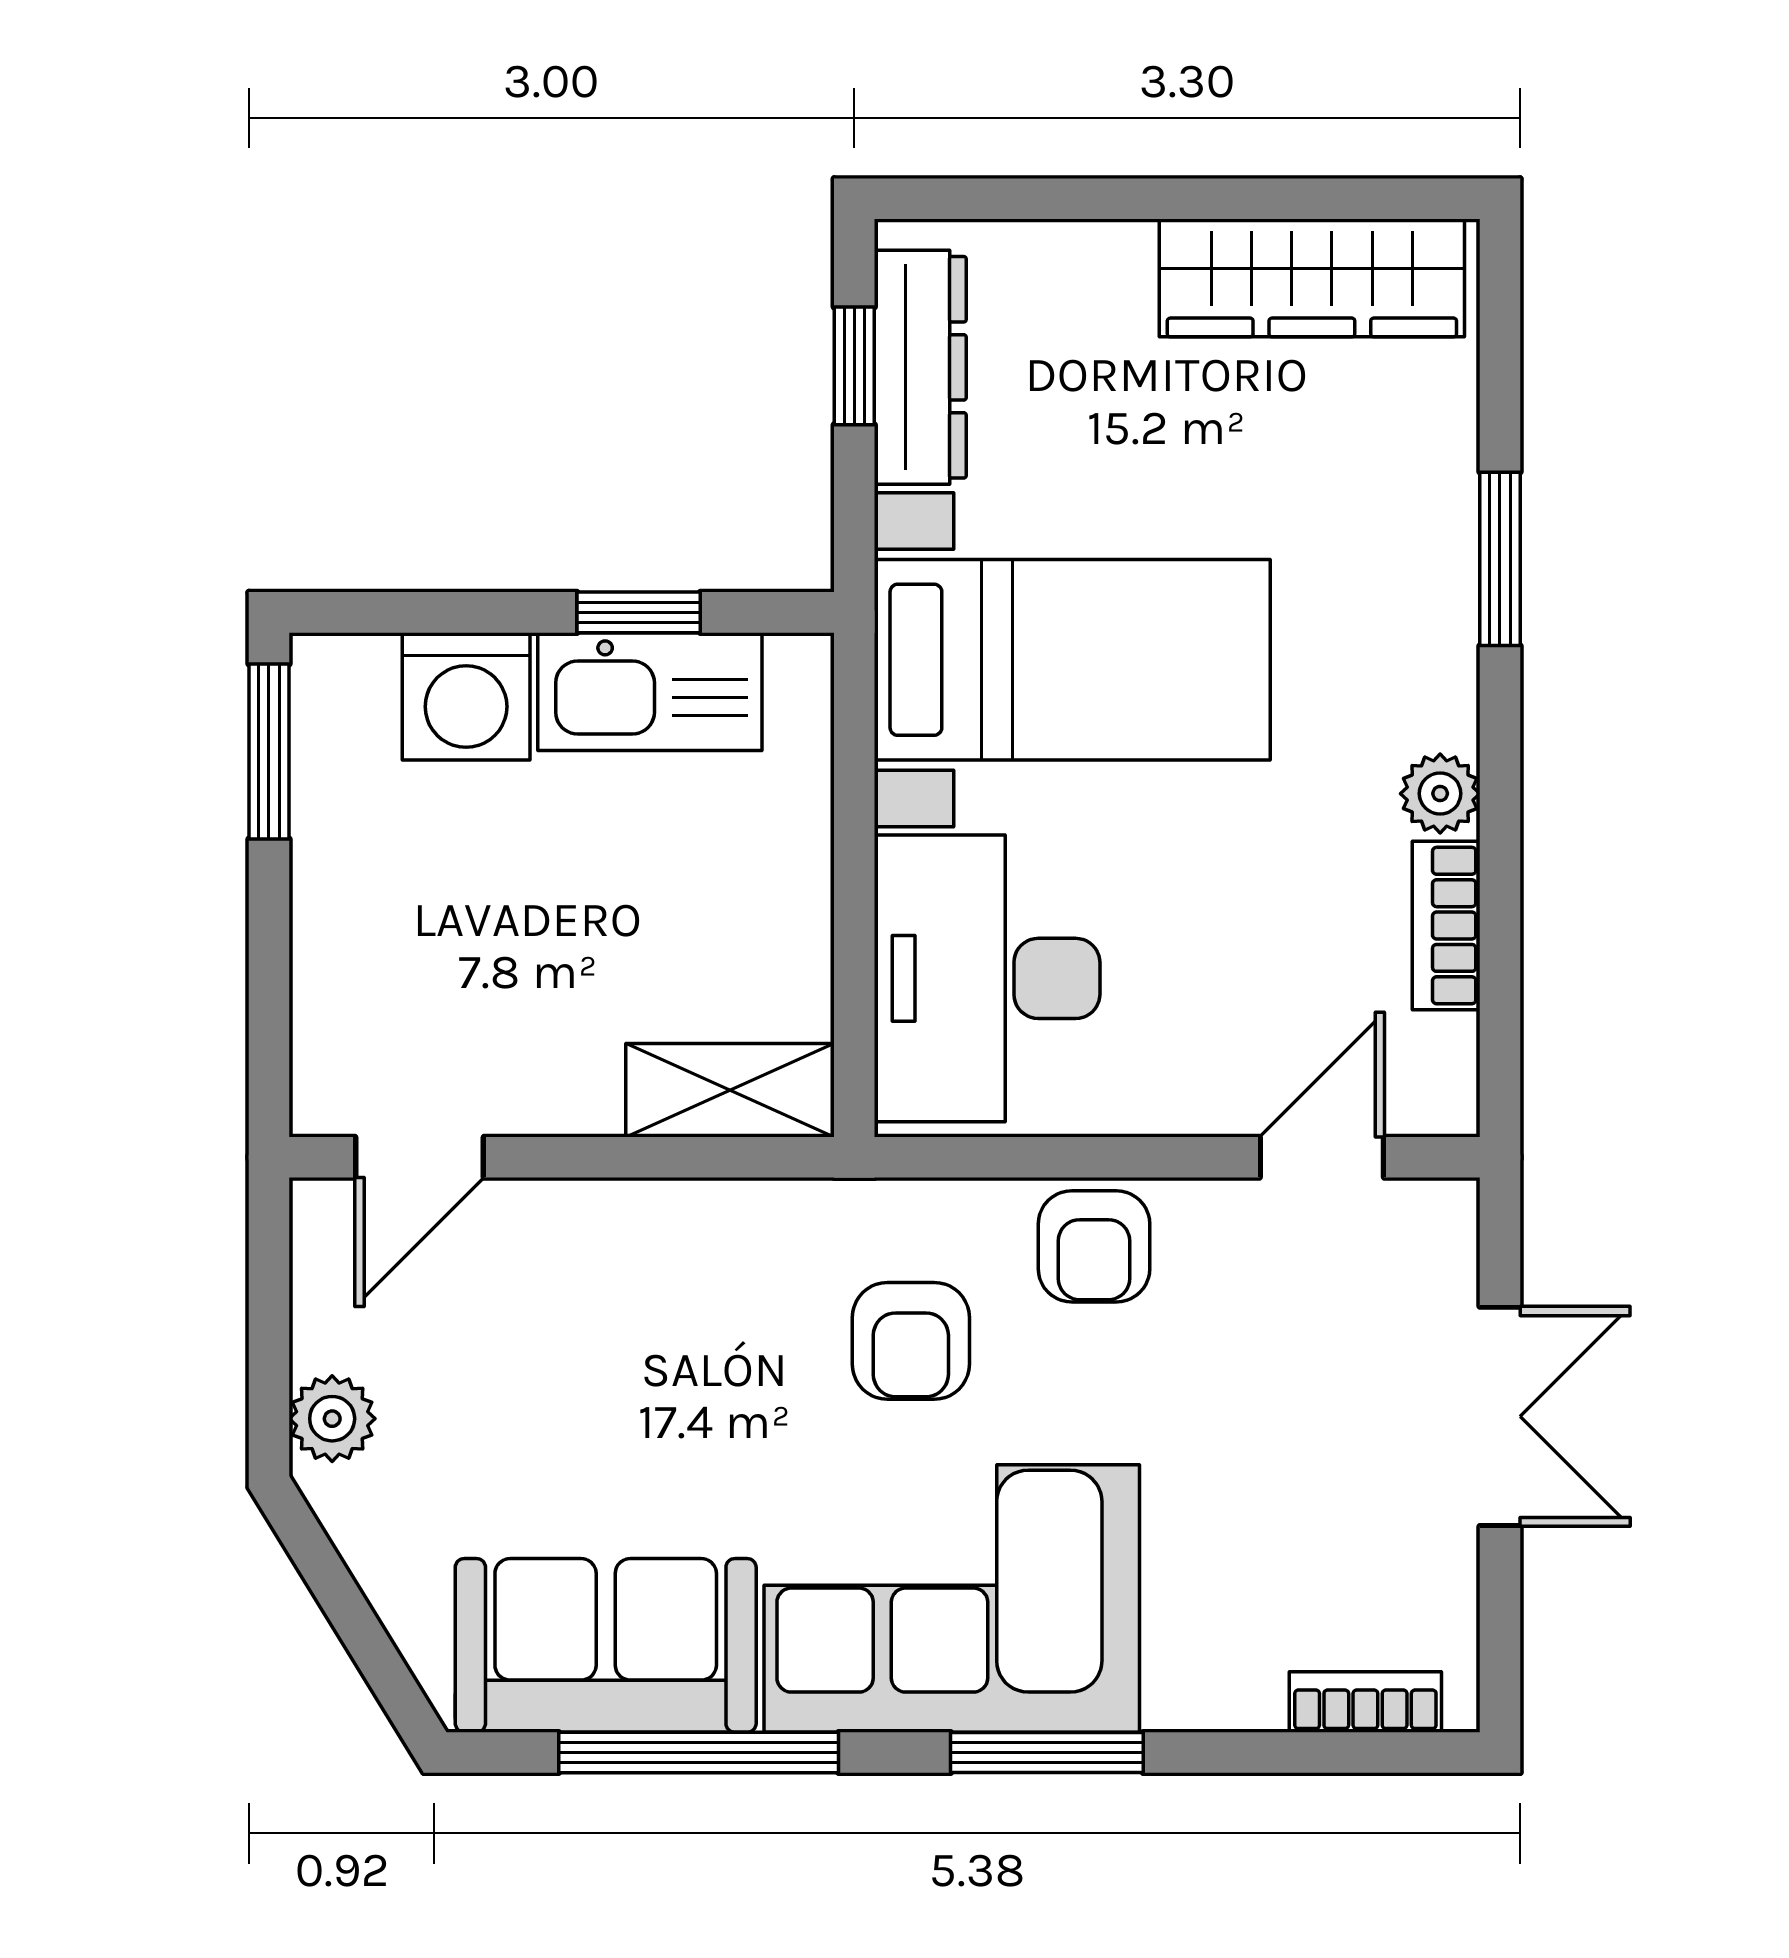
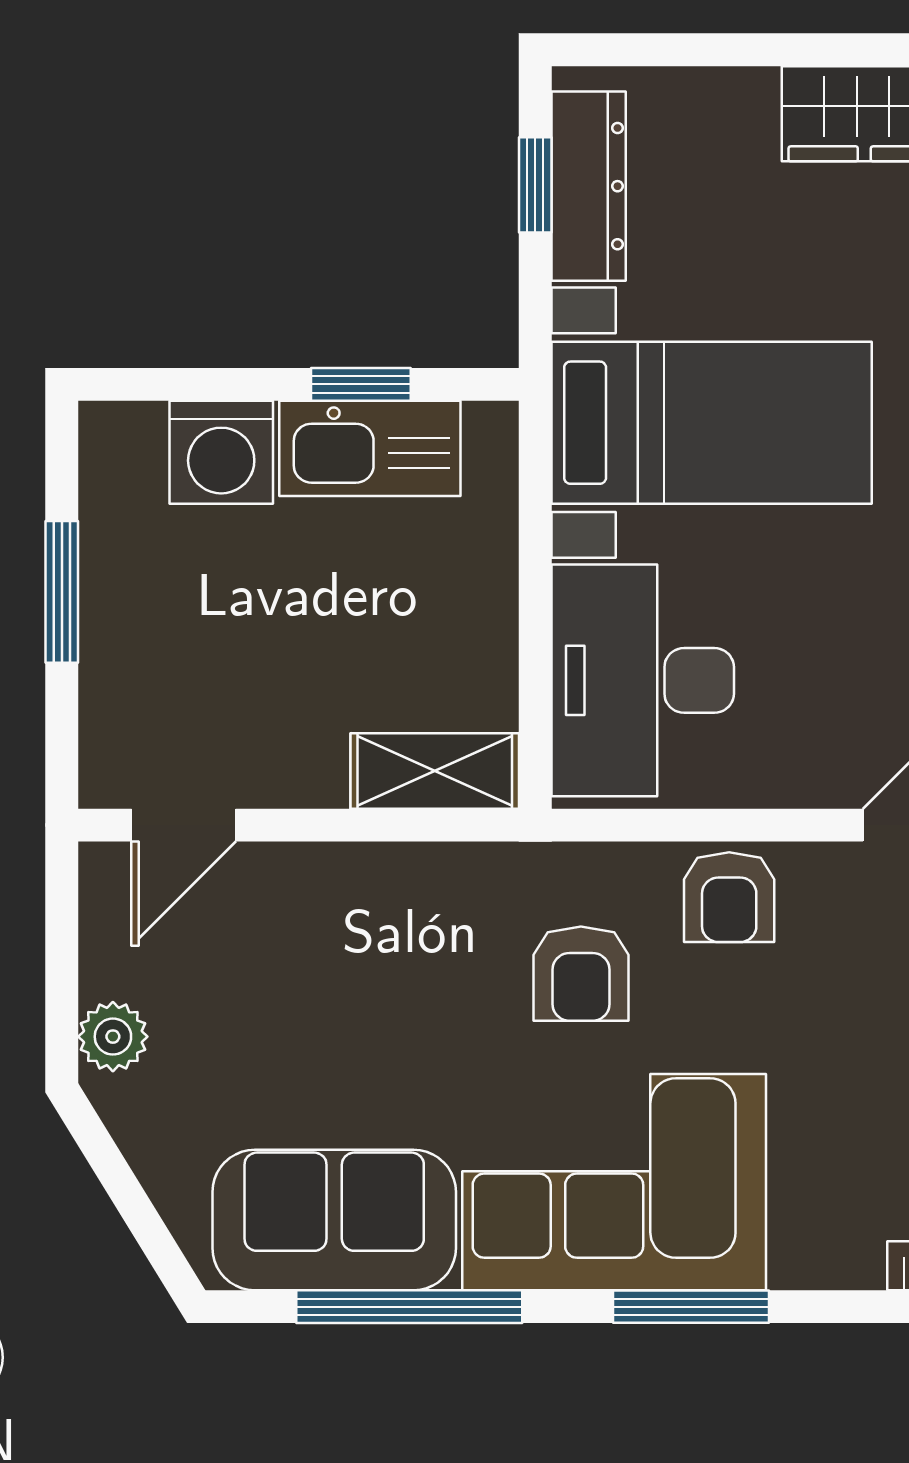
window: (269, 751) -> (62, 592), moved

